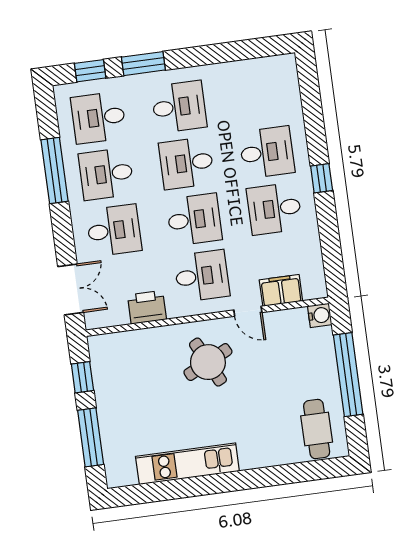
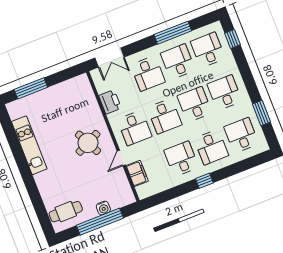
window: (143, 64) -> (262, 113), moved
desk: (259, 96) -> (241, 135), added
desk: (179, 107) -> (225, 93), turned 180
water cooler: (320, 315) -> (103, 208), moved
window: (82, 377) -> (63, 76), removed

